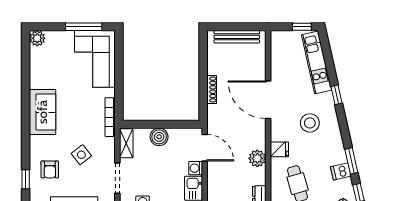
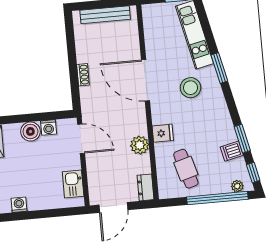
shoe rack: (212, 90) -> (83, 75), width x0.70
window: (336, 95) -> (219, 68), width x1.50
stool: (310, 123) -> (191, 88), moved
washing machine: (196, 168) -> (49, 127), moved, turned -90

